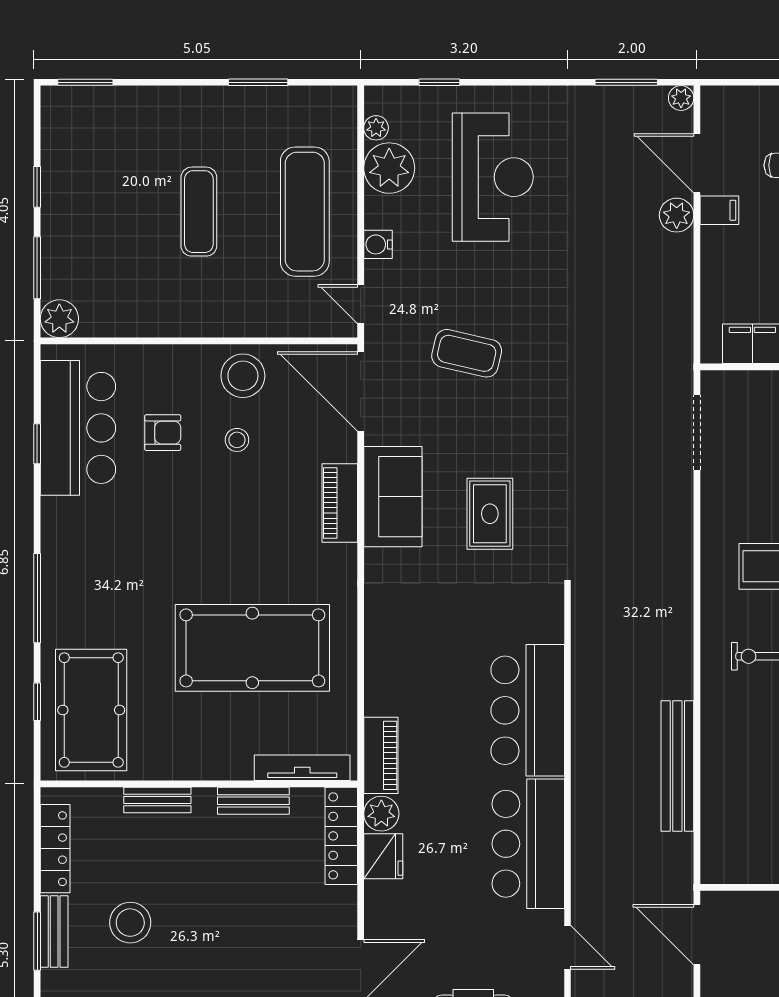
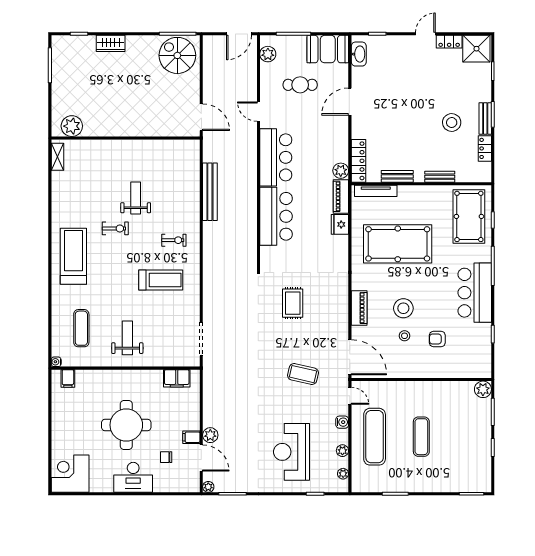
plant: (389, 168) -> (342, 451), width x0.53, depth x0.53
stool: (243, 376) -> (403, 308), moved
bar counter: (78, 428) -> (475, 293), moved
sofa: (393, 497) -> (336, 311), removed
locker: (55, 849) -> (485, 148), width x0.66
fridge: (383, 856) -> (340, 224), moved

